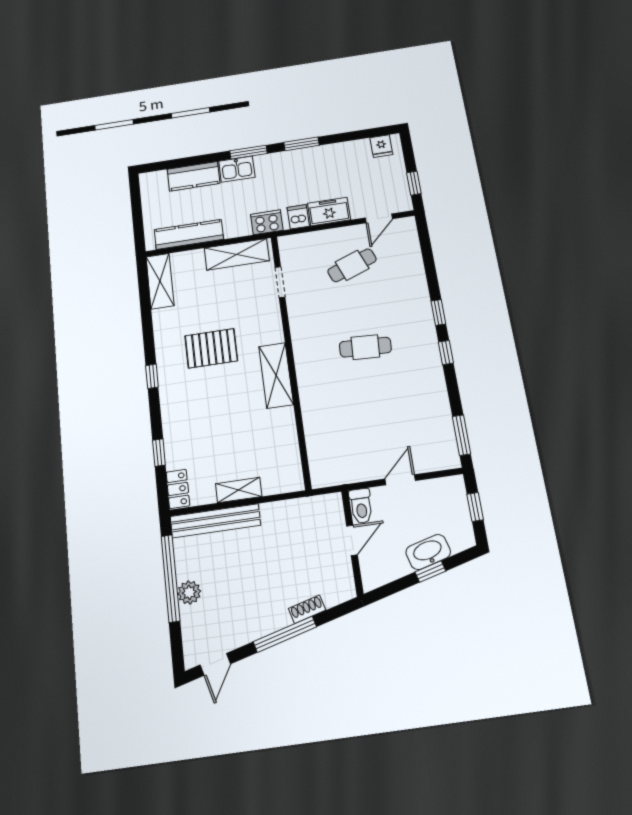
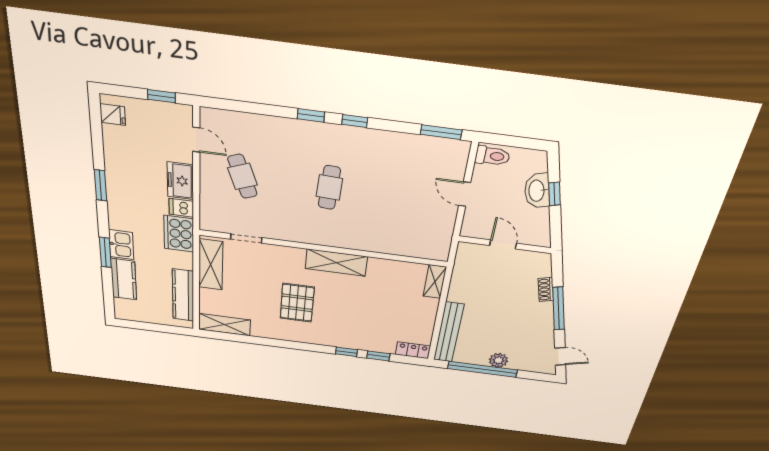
window: (249, 152) -> (105, 252), moved
cooker: (267, 222) -> (179, 234), width x1.37, depth x1.31
window: (152, 376) -> (346, 352), moved
shelving: (239, 490) -> (435, 282), moved
toilet: (361, 506) -> (492, 156), moved
window: (475, 507) -> (513, 141), removed

